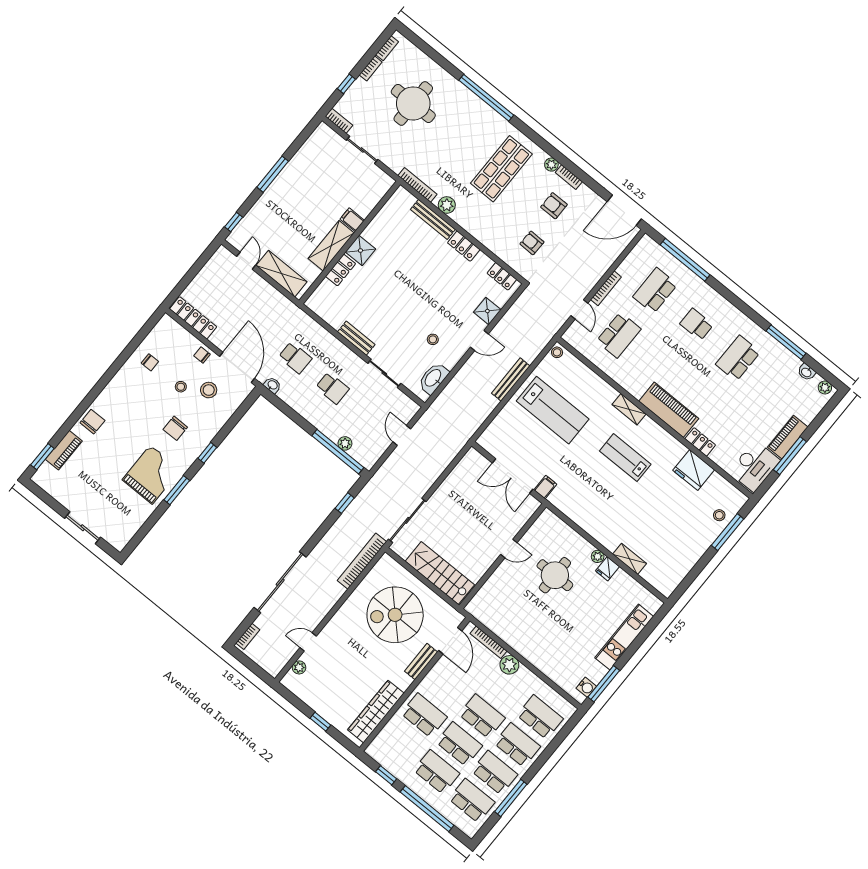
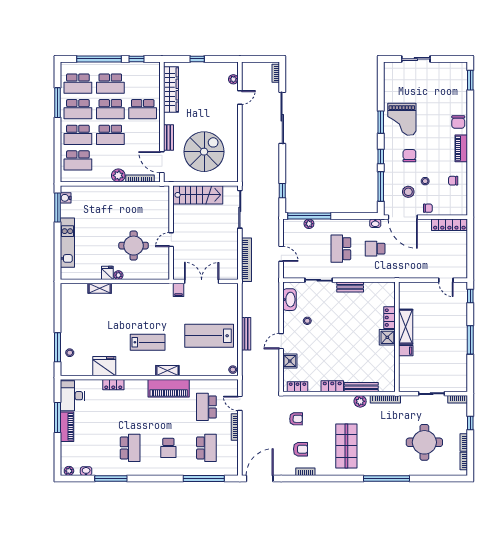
plant: (551, 165) -> (320, 471), removed
shelving: (282, 274) -> (420, 289), removed
school desk: (697, 324) -> (168, 448), turned 90
school desk: (332, 388) -> (341, 249), width x1.85
piano: (669, 410) -> (169, 388), moved
window: (234, 420) -> (381, 187), added
piano: (64, 450) -> (461, 148), moved
bookcase: (362, 561) -> (247, 260), moved

